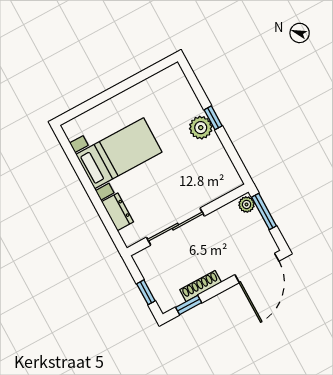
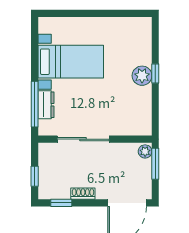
window: (105, 218) -> (35, 104), added
shoe rack: (201, 286) -> (83, 194), width x0.70

